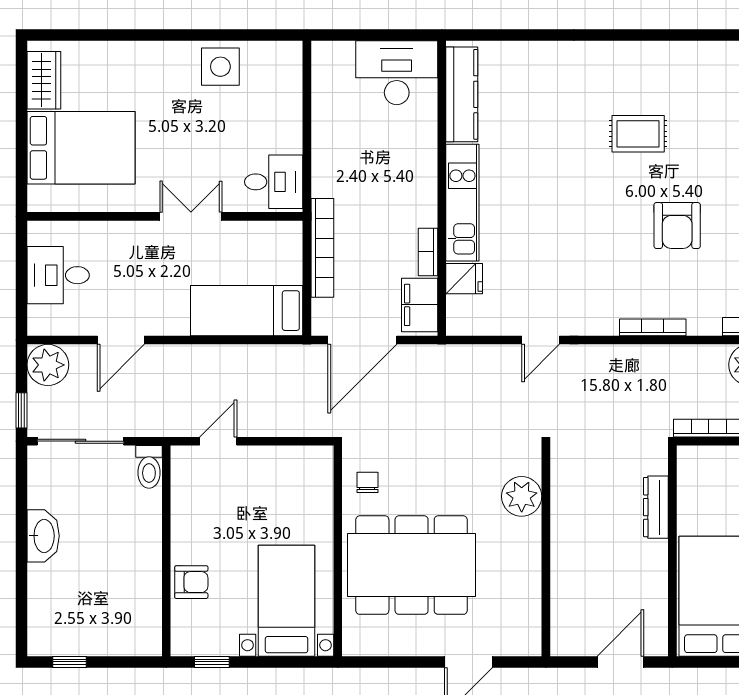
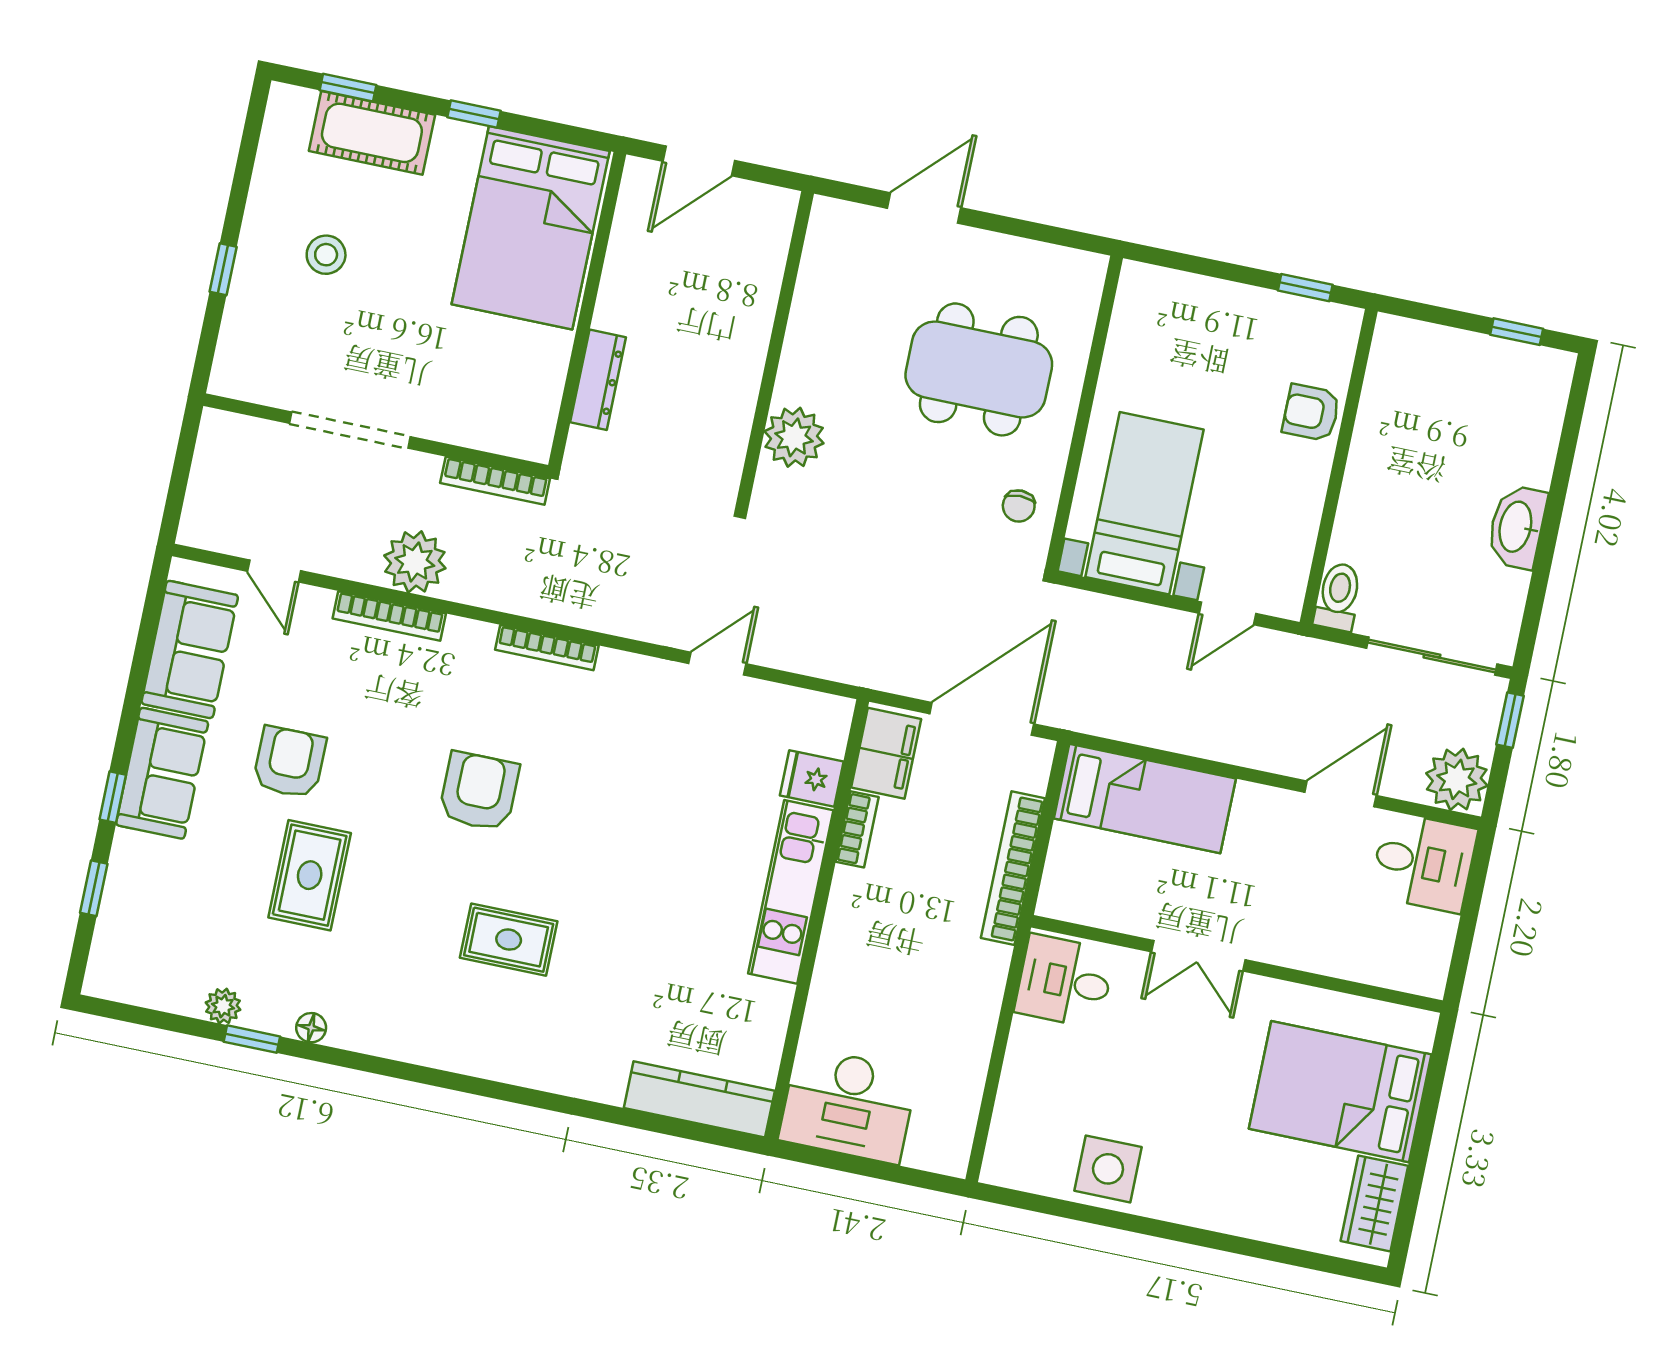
kitchen counter: (462, 94) -> (699, 1099), moved, turned 90
desk: (58, 275) -> (1424, 862), moved
dining table: (412, 565) -> (979, 369), width x0.73, depth x0.80
bed with nightstands: (287, 601) -> (1145, 503), moved, turned 180

